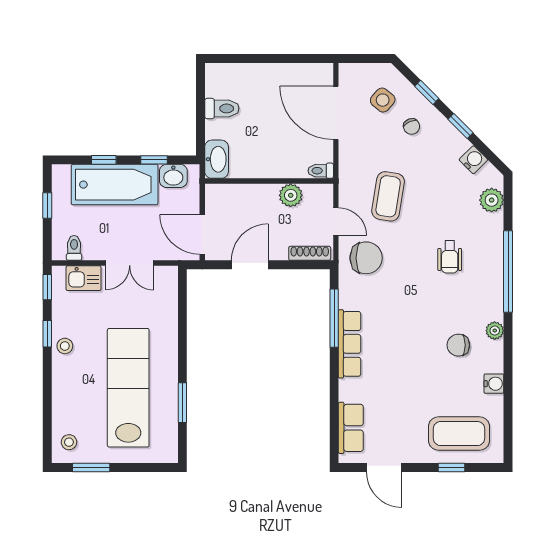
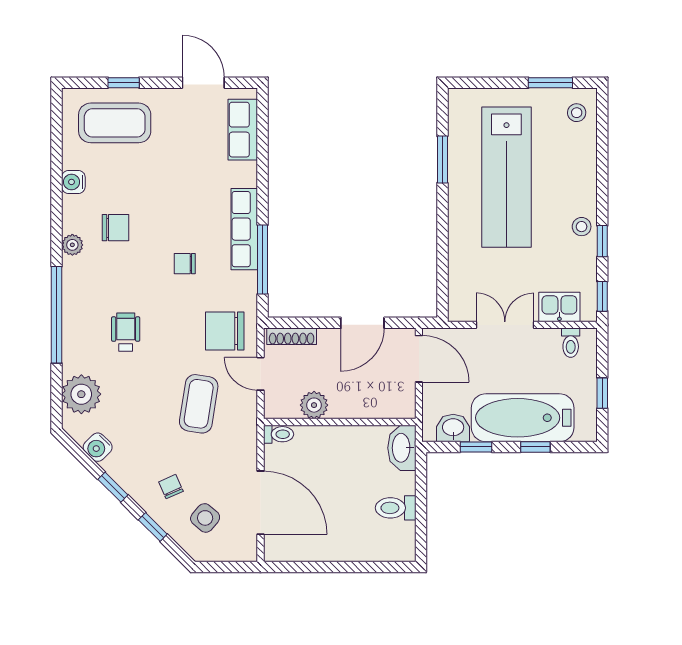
plant: (492, 200) -> (81, 394), width x1.36, depth x1.36
chair: (400, 315) -> (185, 264), added

